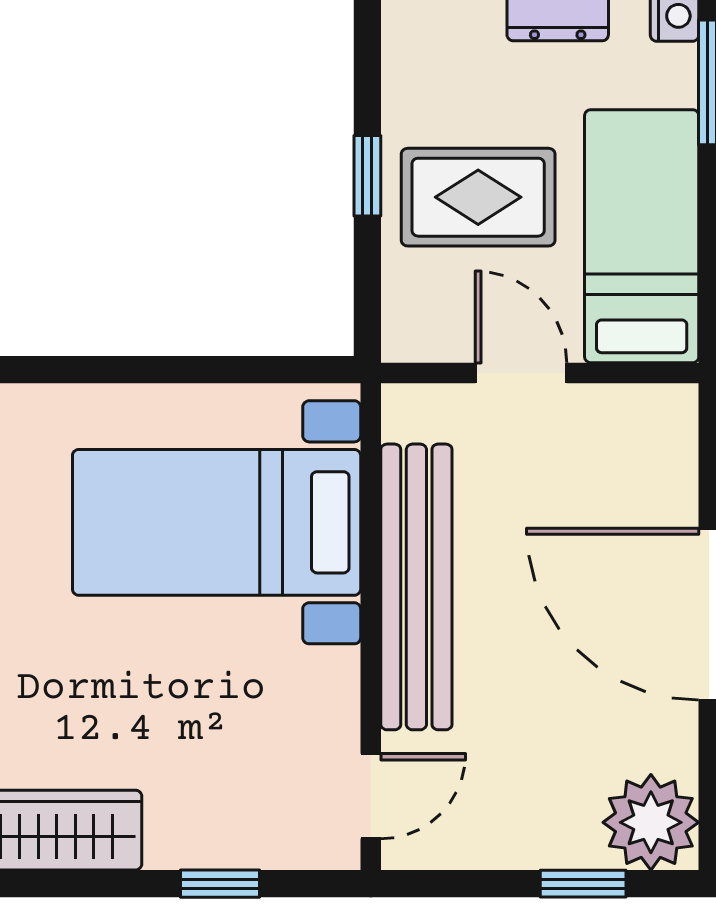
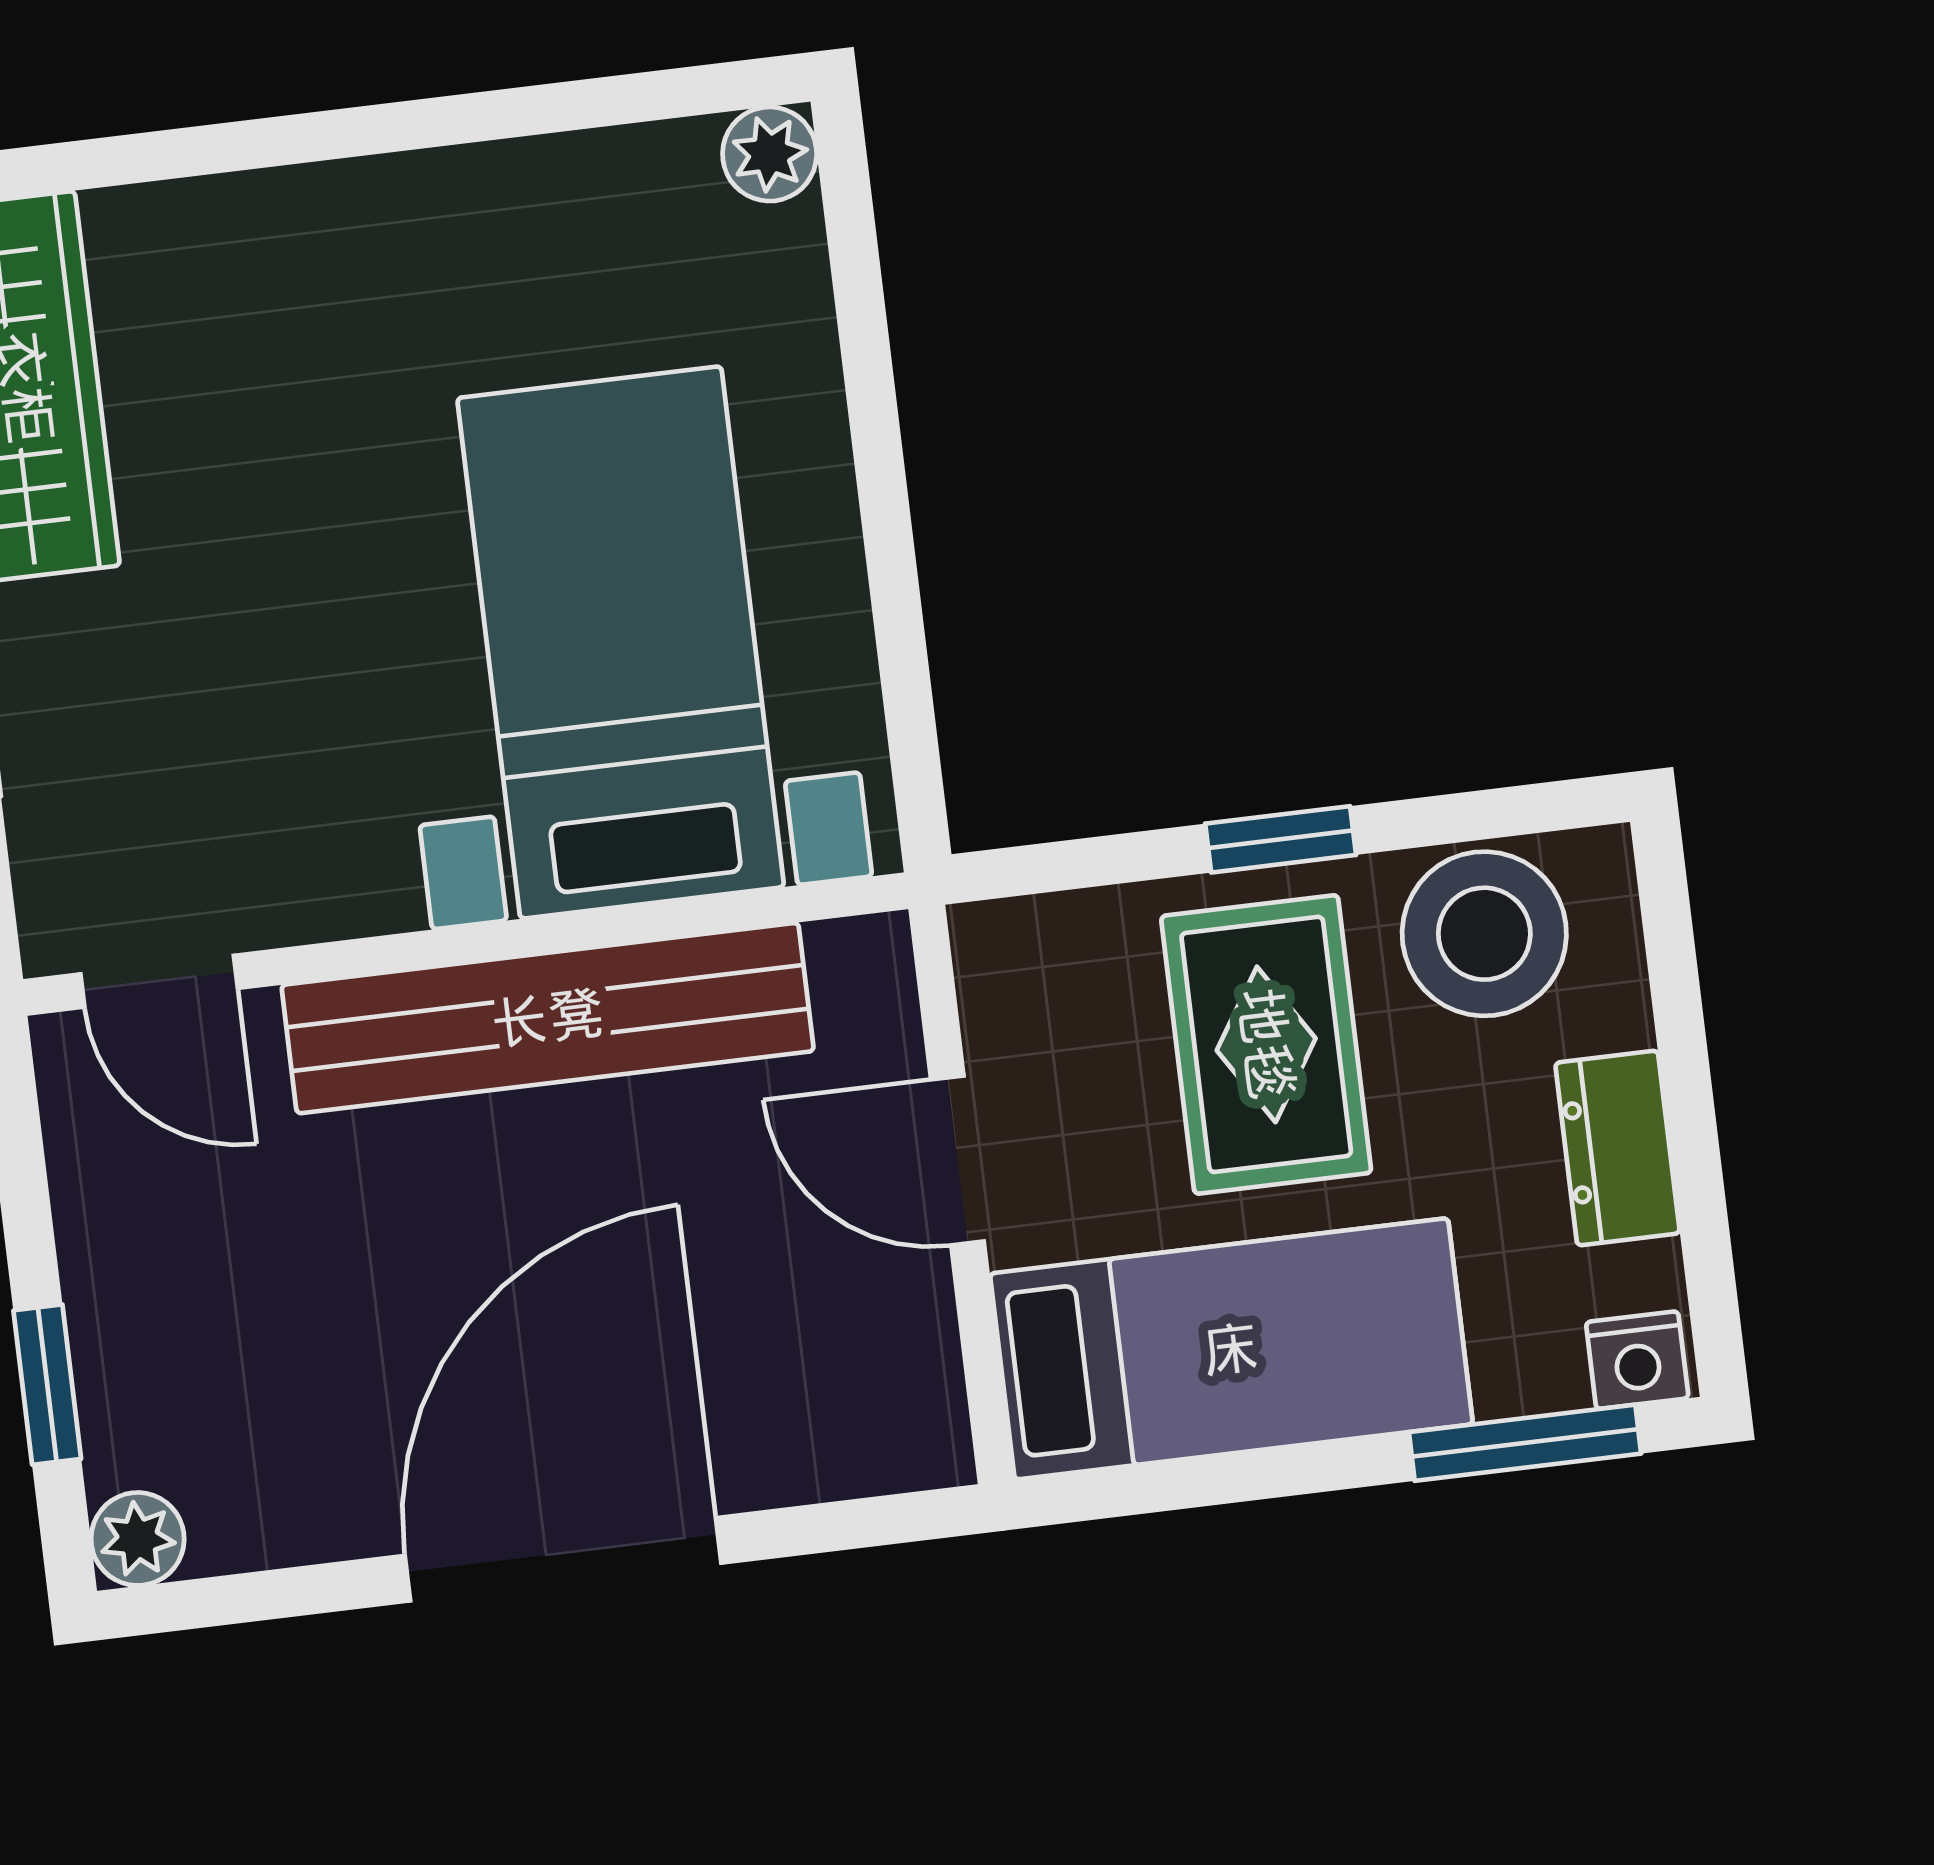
stool: (432, 71) -> (1484, 934), added
door: (521, 373) -> (957, 1160), swing flipped
plant: (651, 822) -> (138, 1539), width x0.53, depth x0.53

